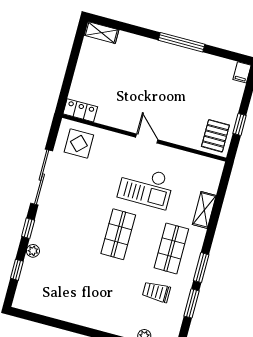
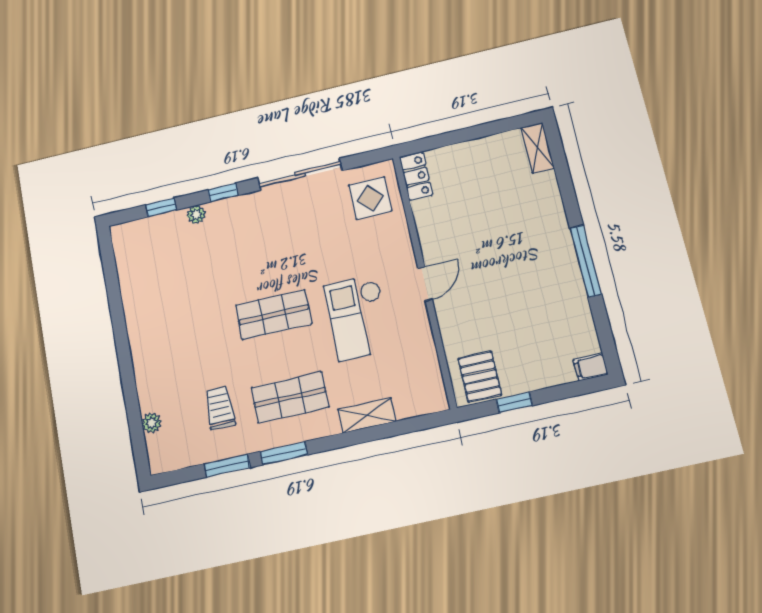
pallet: (215, 136) -> (480, 377), turned 90

